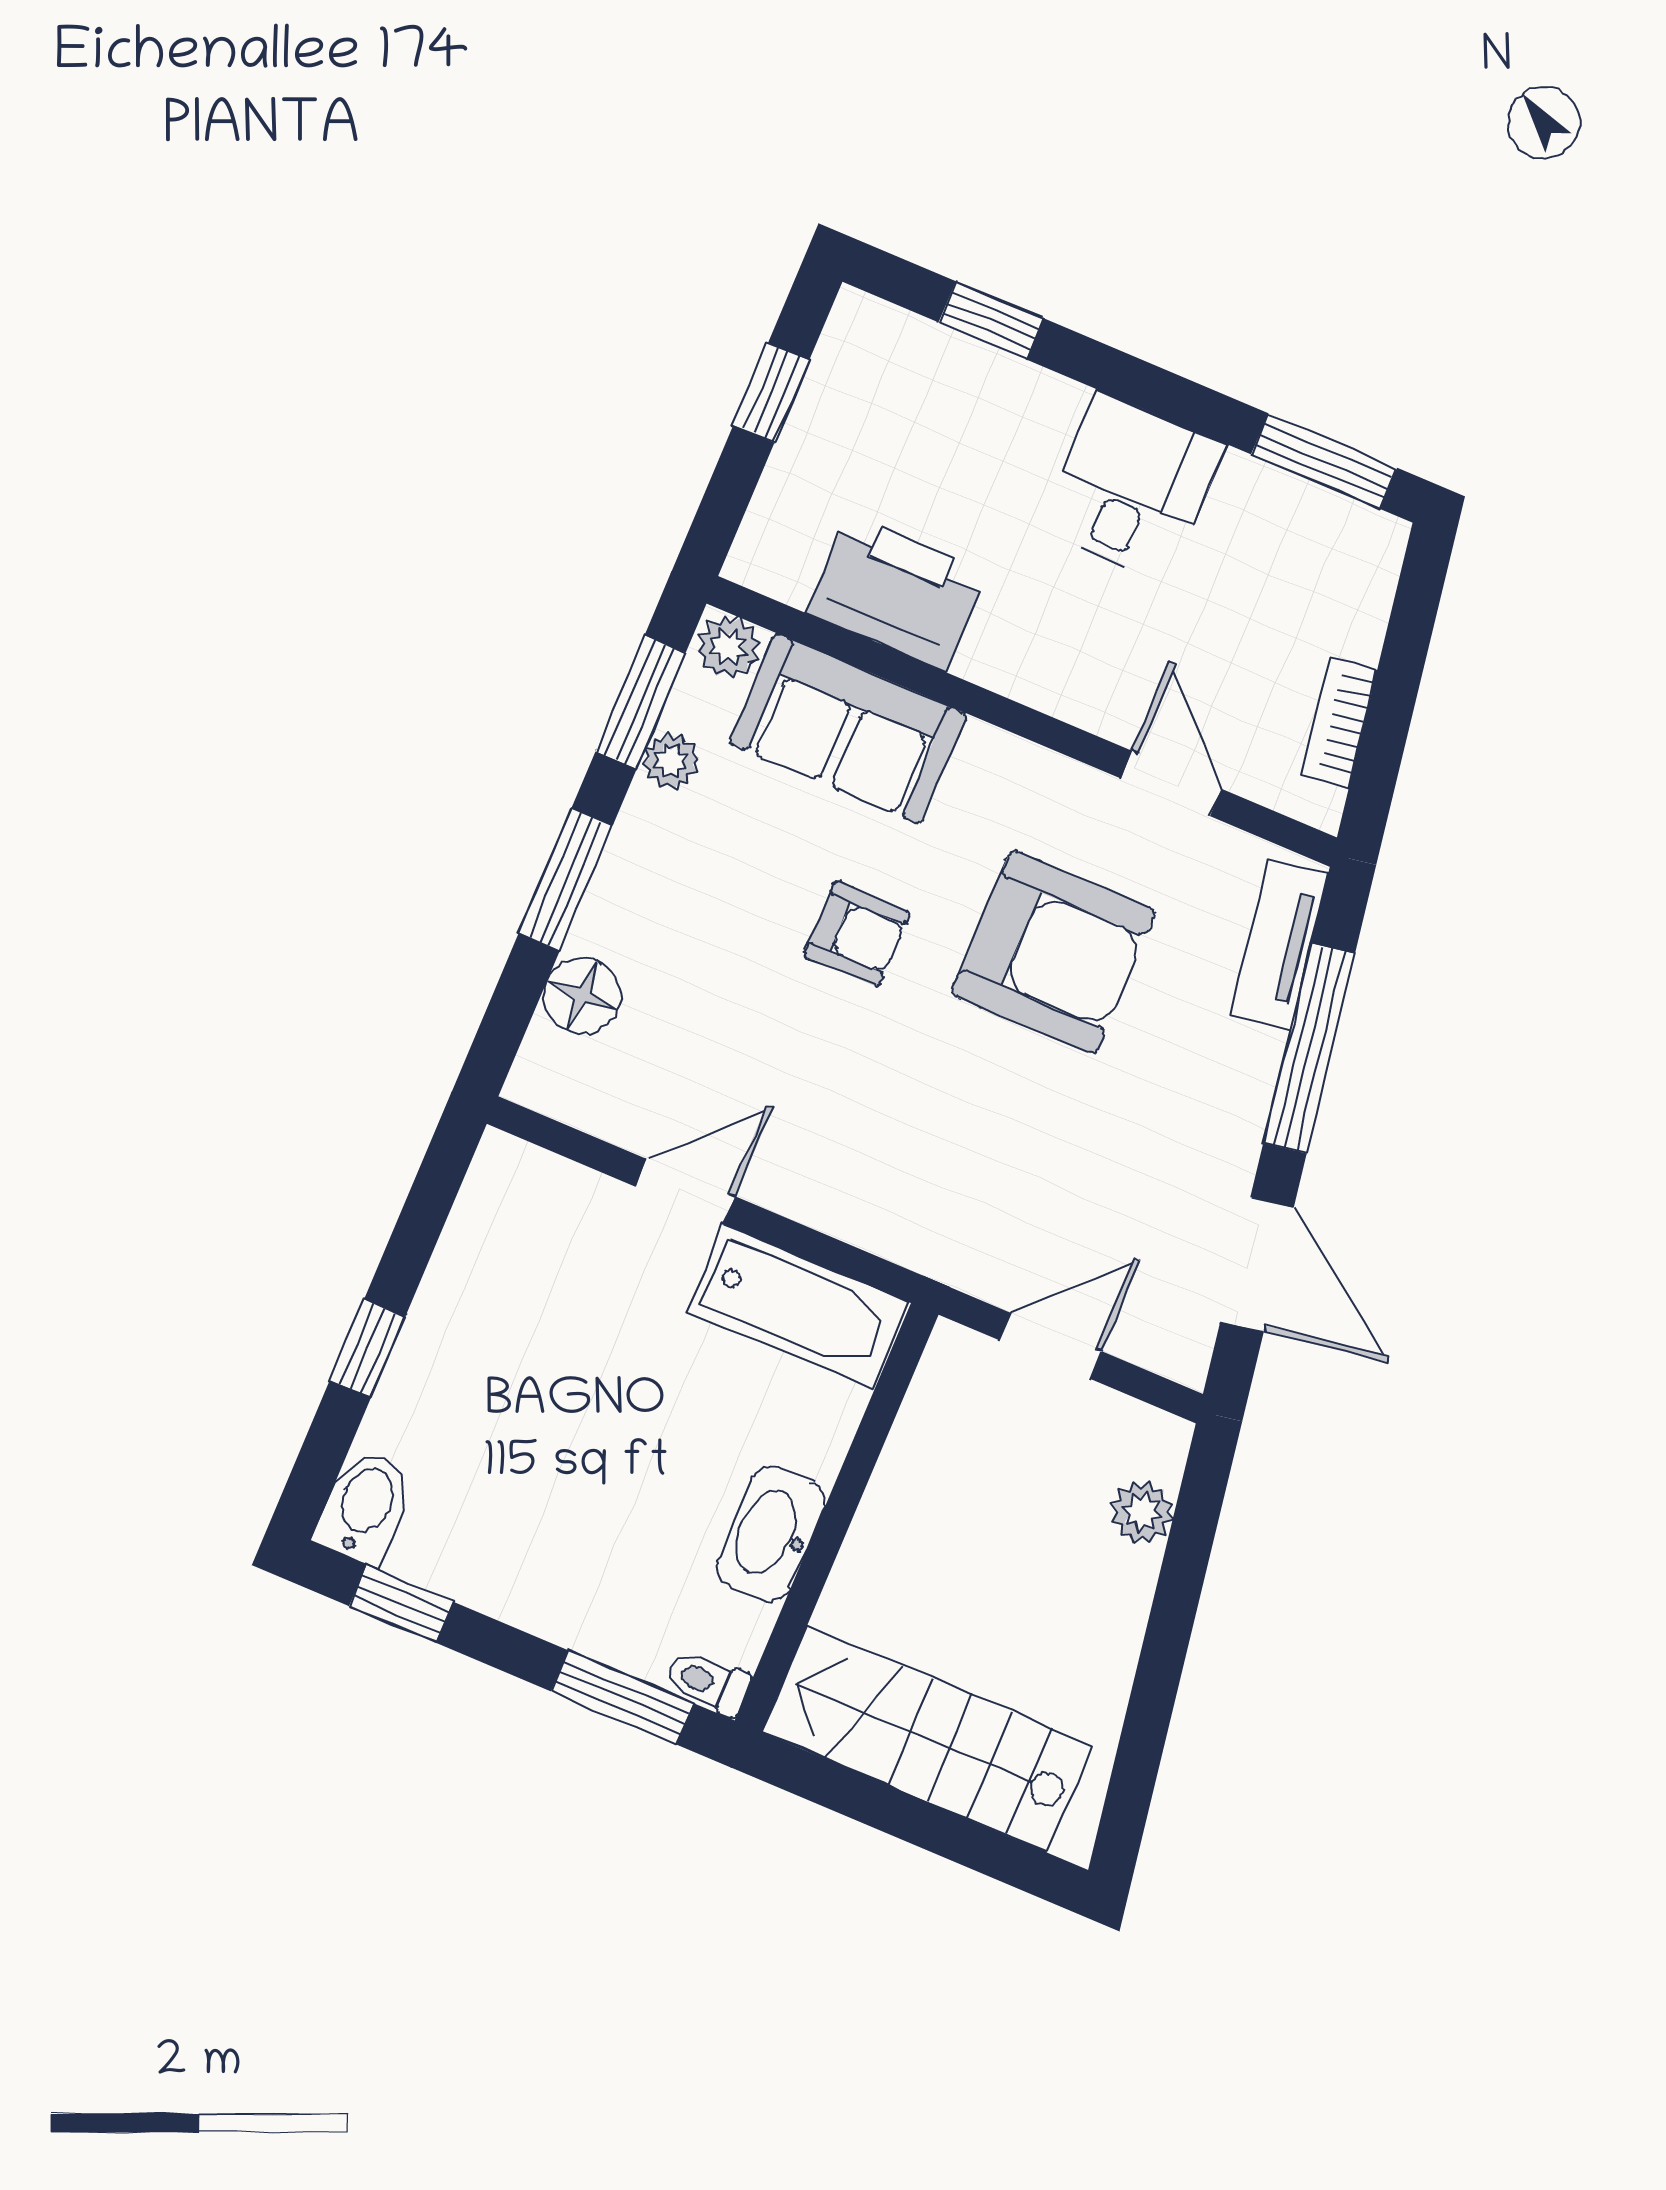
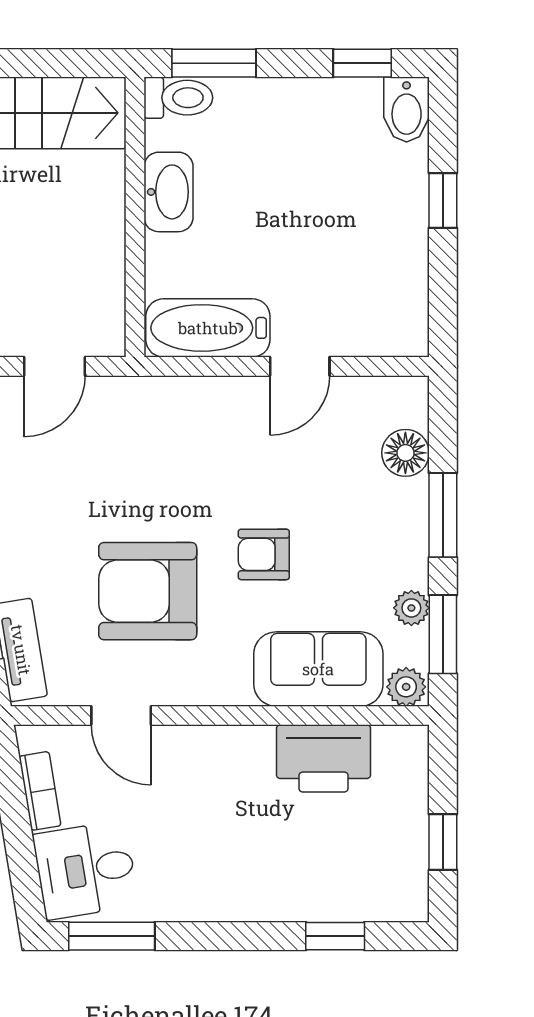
desk: (1132, 487) -> (86, 870), moved, turned 81
toilet: (707, 1683) -> (178, 98), width x1.37, depth x1.39

